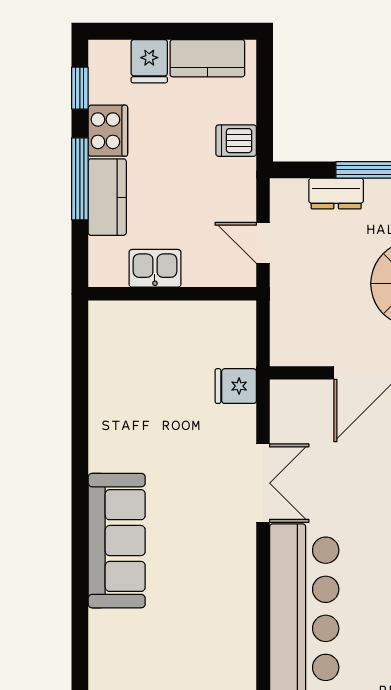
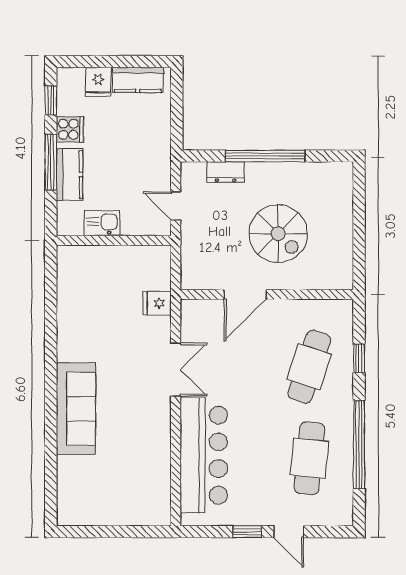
cooker: (108, 131) -> (70, 129), width x0.73
dishwasher: (236, 141) -> (157, 136), removed

